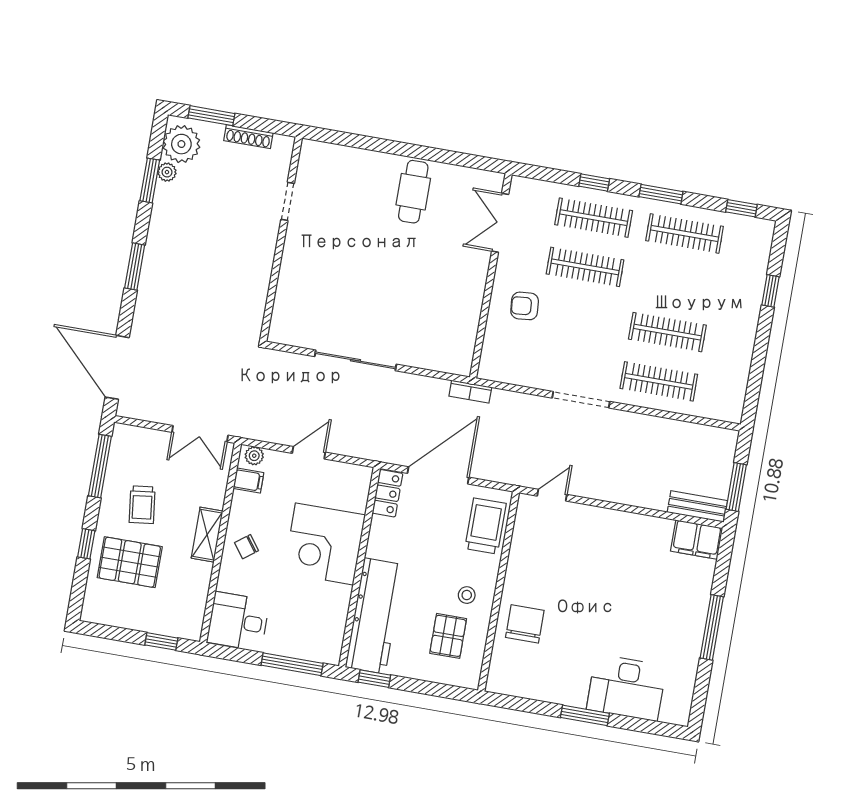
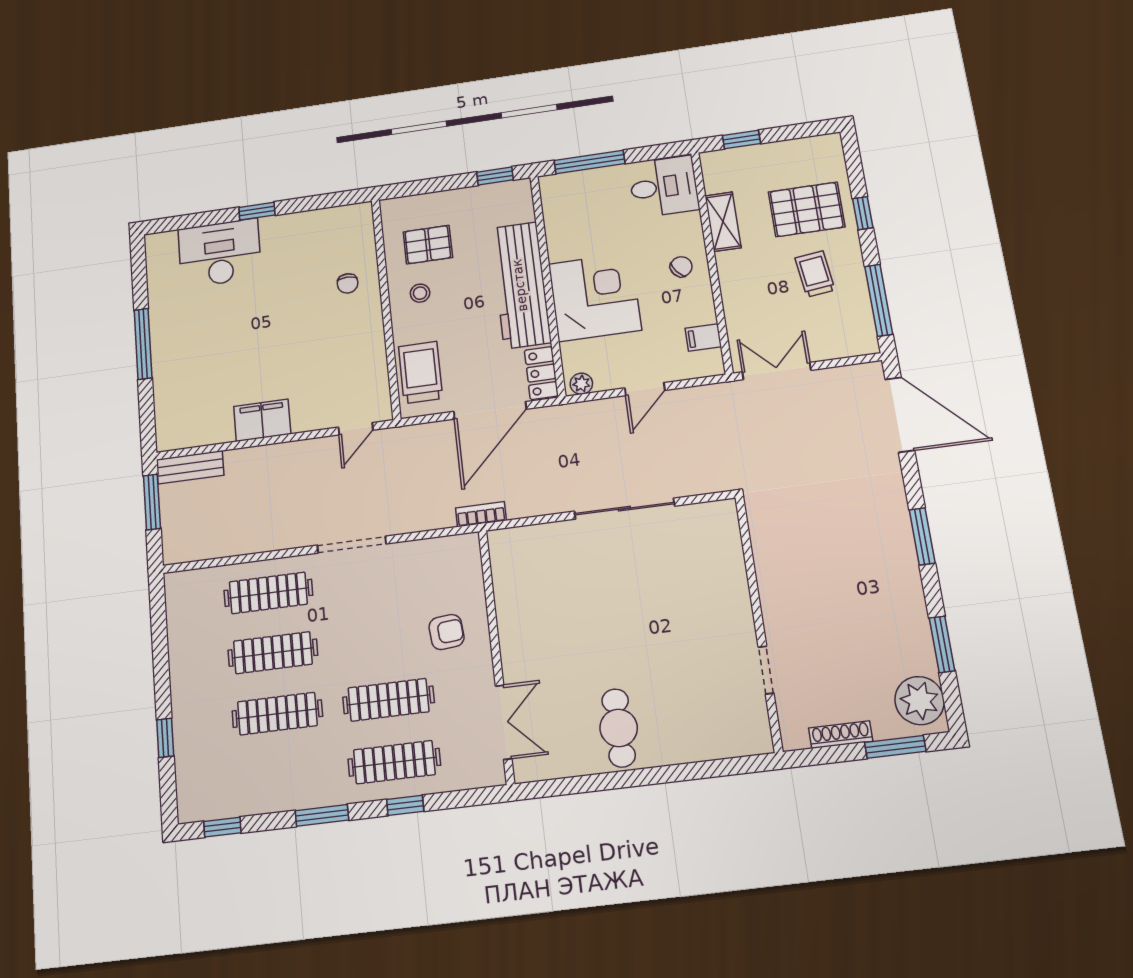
plant: (167, 172) -> (925, 661), removed
clothes rail: (685, 234) -> (277, 714), moved
plant: (254, 456) -> (581, 384), moved
trolley: (485, 526) -> (421, 372), turned 180
shelving: (207, 535) -> (723, 222), moved
filing cabinet: (697, 540) -> (262, 420), moved
workbench: (375, 616) -> (520, 285), moved
chair: (525, 624) -> (348, 283), width x0.54, depth x0.54
pallet: (448, 636) -> (428, 245), turned 90
window: (585, 715) -> (257, 211), width x0.67

